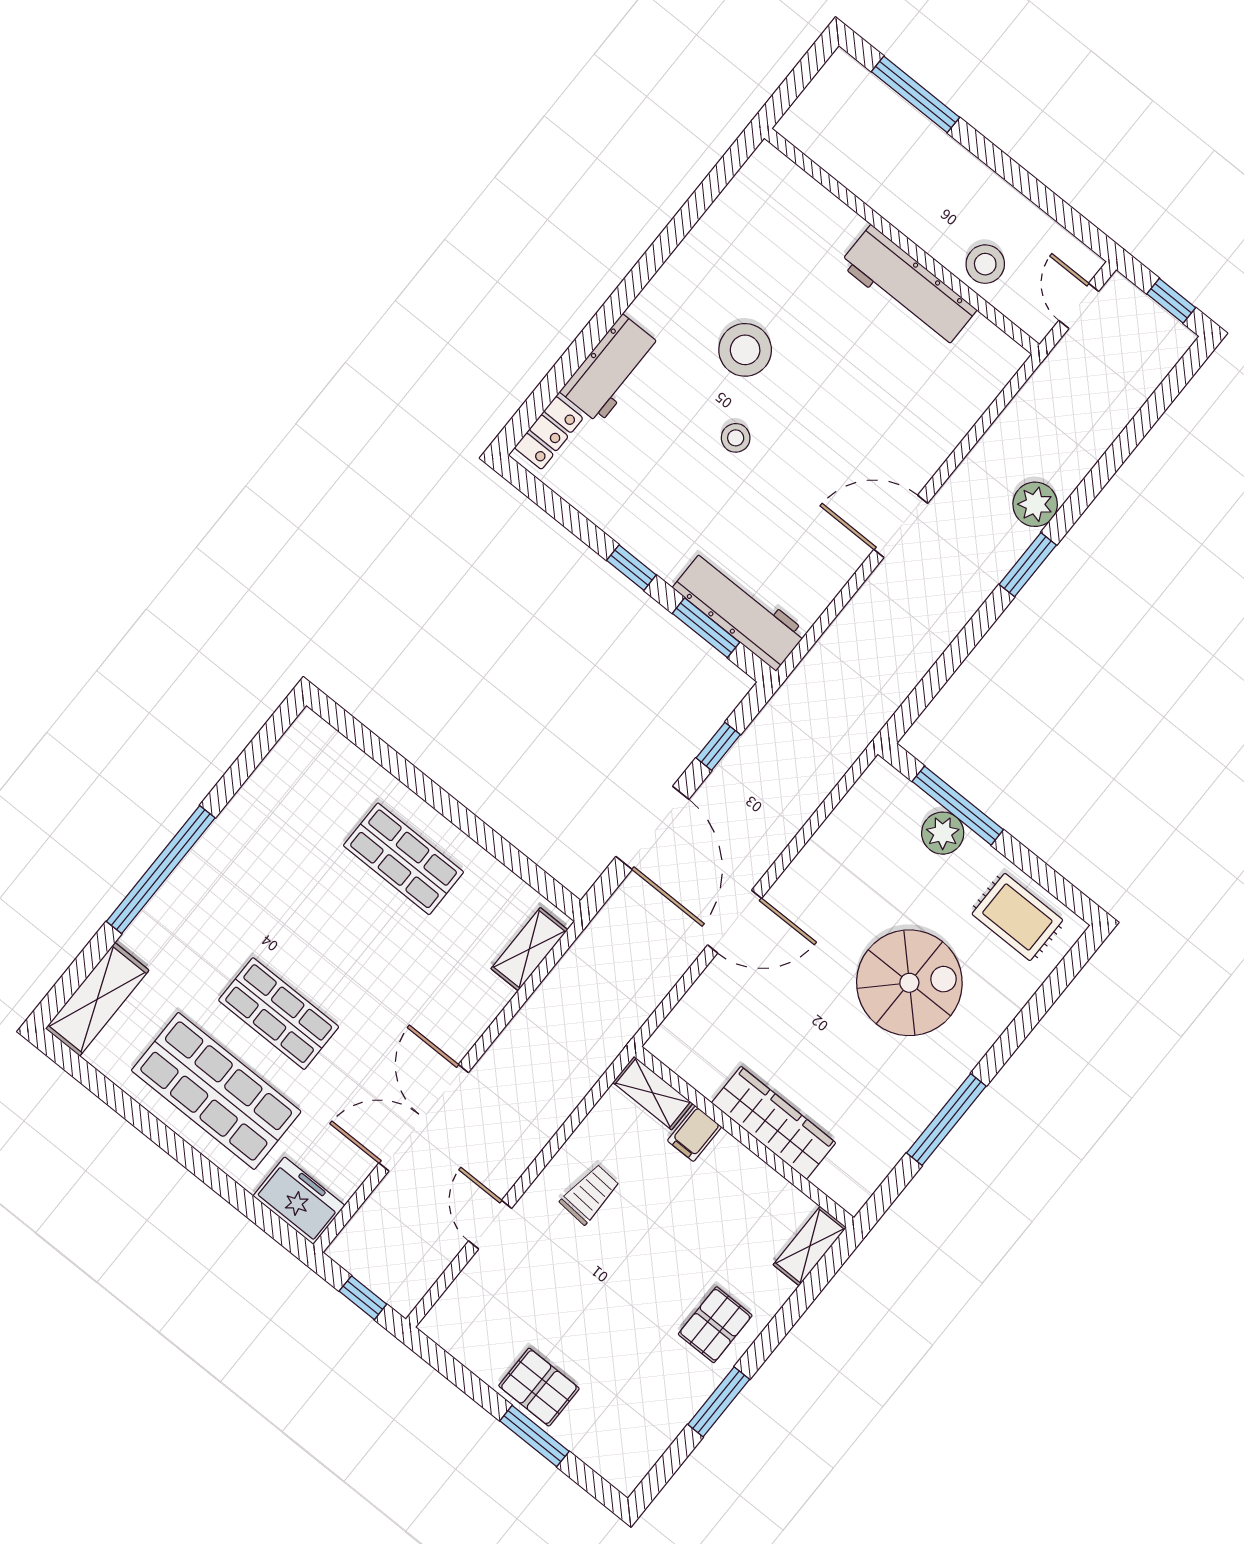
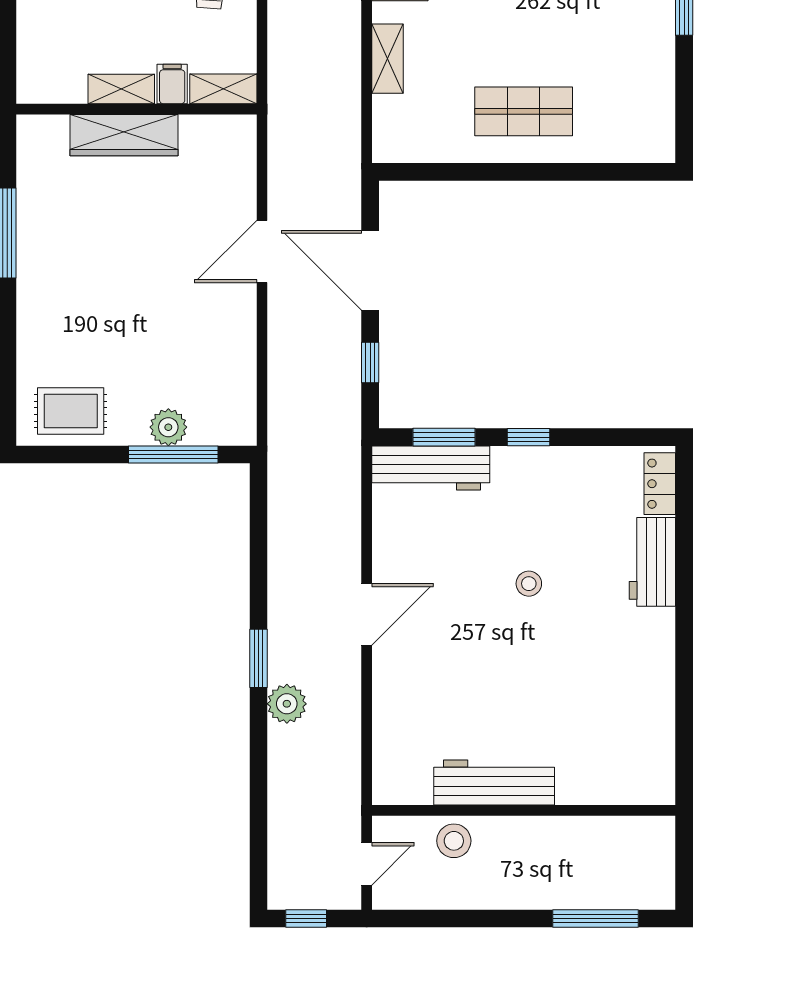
door: (1079, 306) -> (367, 864), hinge flipped
stool: (745, 350) -> (571, 649), removed
shelving: (529, 949) -> (387, 59), moved
spiral stairs: (909, 983) -> (108, 306), removed
shelving: (810, 1246) -> (121, 89), moved, turned 90

